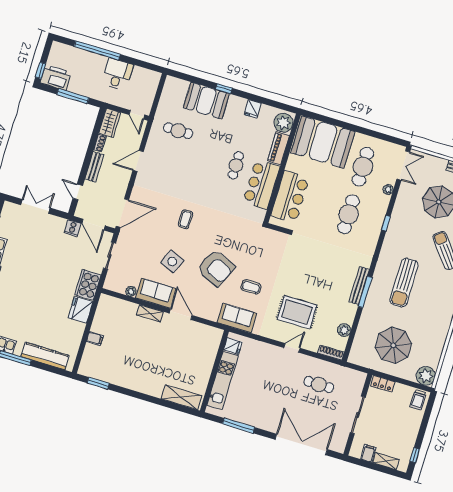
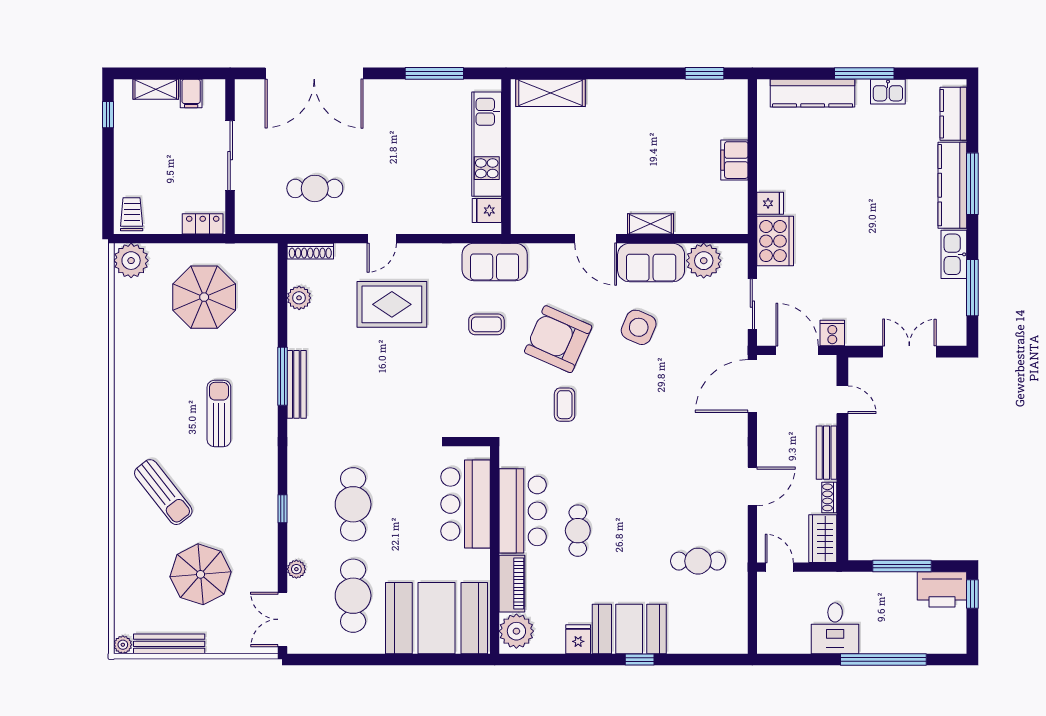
booth: (206, 101) -> (629, 629), moved
double door: (35, 206) -> (909, 352), swing flipped
coffee table: (185, 219) -> (565, 405), moved
sun lounger: (404, 283) -> (219, 413), width x0.73, depth x0.75
plant: (131, 291) -> (704, 261), width x1.87, depth x1.87
fridge: (81, 310) -> (770, 203), width x0.53, depth x0.75
filing cabinet: (95, 339) -> (734, 160), width x2.00

